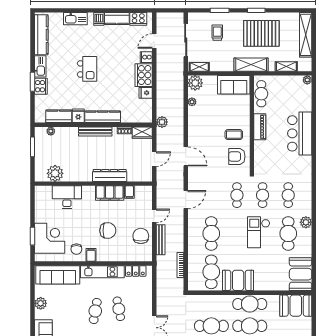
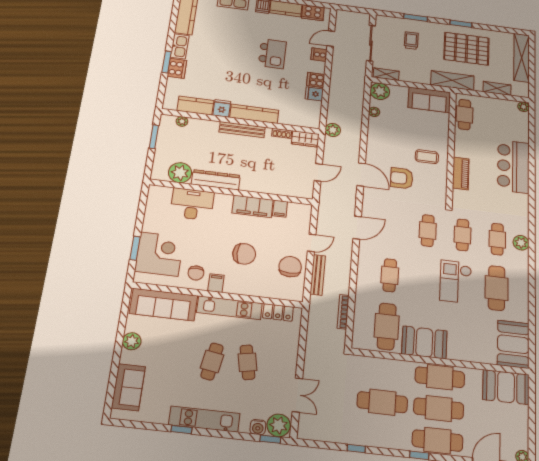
kitchen island: (87, 69) -> (272, 54), moved
cooker: (144, 75) -> (316, 80), width x0.53, depth x0.76
piano: (260, 127) -> (461, 173), moved
armchair: (237, 156) -> (402, 178), moved
dresser: (110, 175) -> (216, 180), moved
plant: (306, 222) -> (521, 243), moved
cafe table: (211, 234) -> (390, 275), width x0.73, depth x0.74

